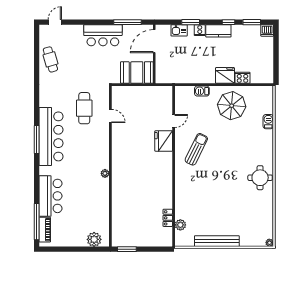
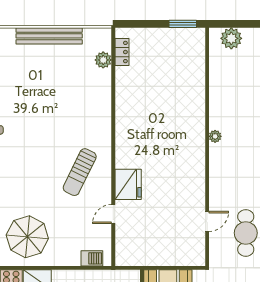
barbecue: (202, 91) -> (92, 258), moved
door: (110, 116) -> (207, 221), swing flipped
locker: (168, 218) -> (122, 52), moved

